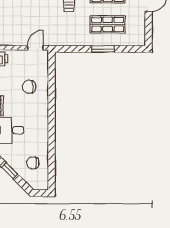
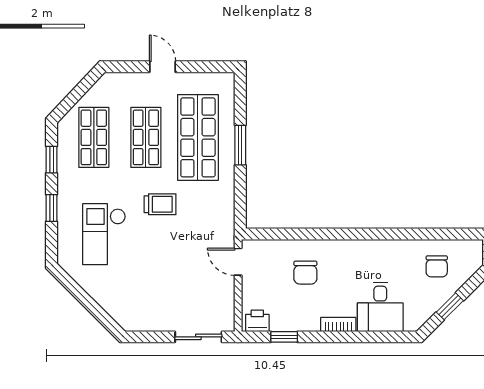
shop shelf: (108, 24) -> (198, 137), width x1.43, depth x1.36

